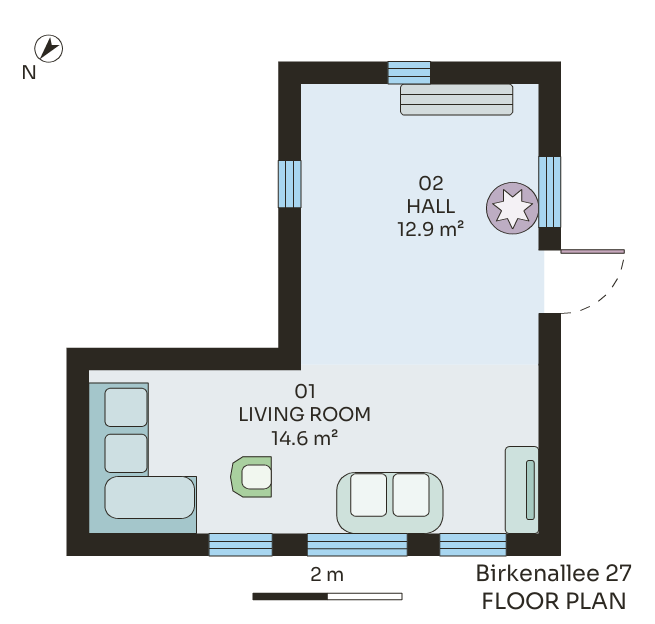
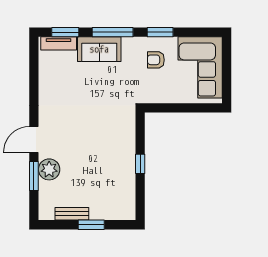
window: (409, 73) -> (91, 225), width x1.50
bench: (457, 100) -> (72, 214), width x0.73
window: (290, 184) -> (140, 164), moved
tv unit: (522, 490) -> (59, 43), moved, turned 90

